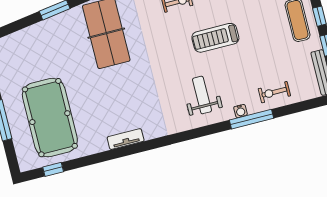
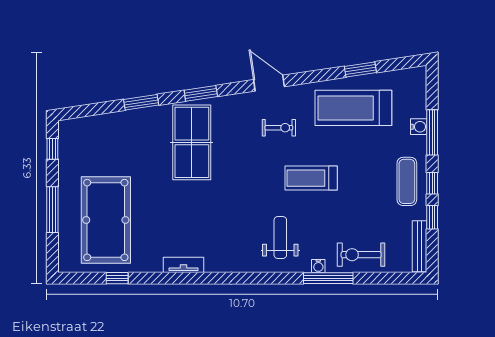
exercise bike: (274, 92) -> (361, 255), width x1.38, depth x1.39
window: (53, 169) -> (117, 278), moved

